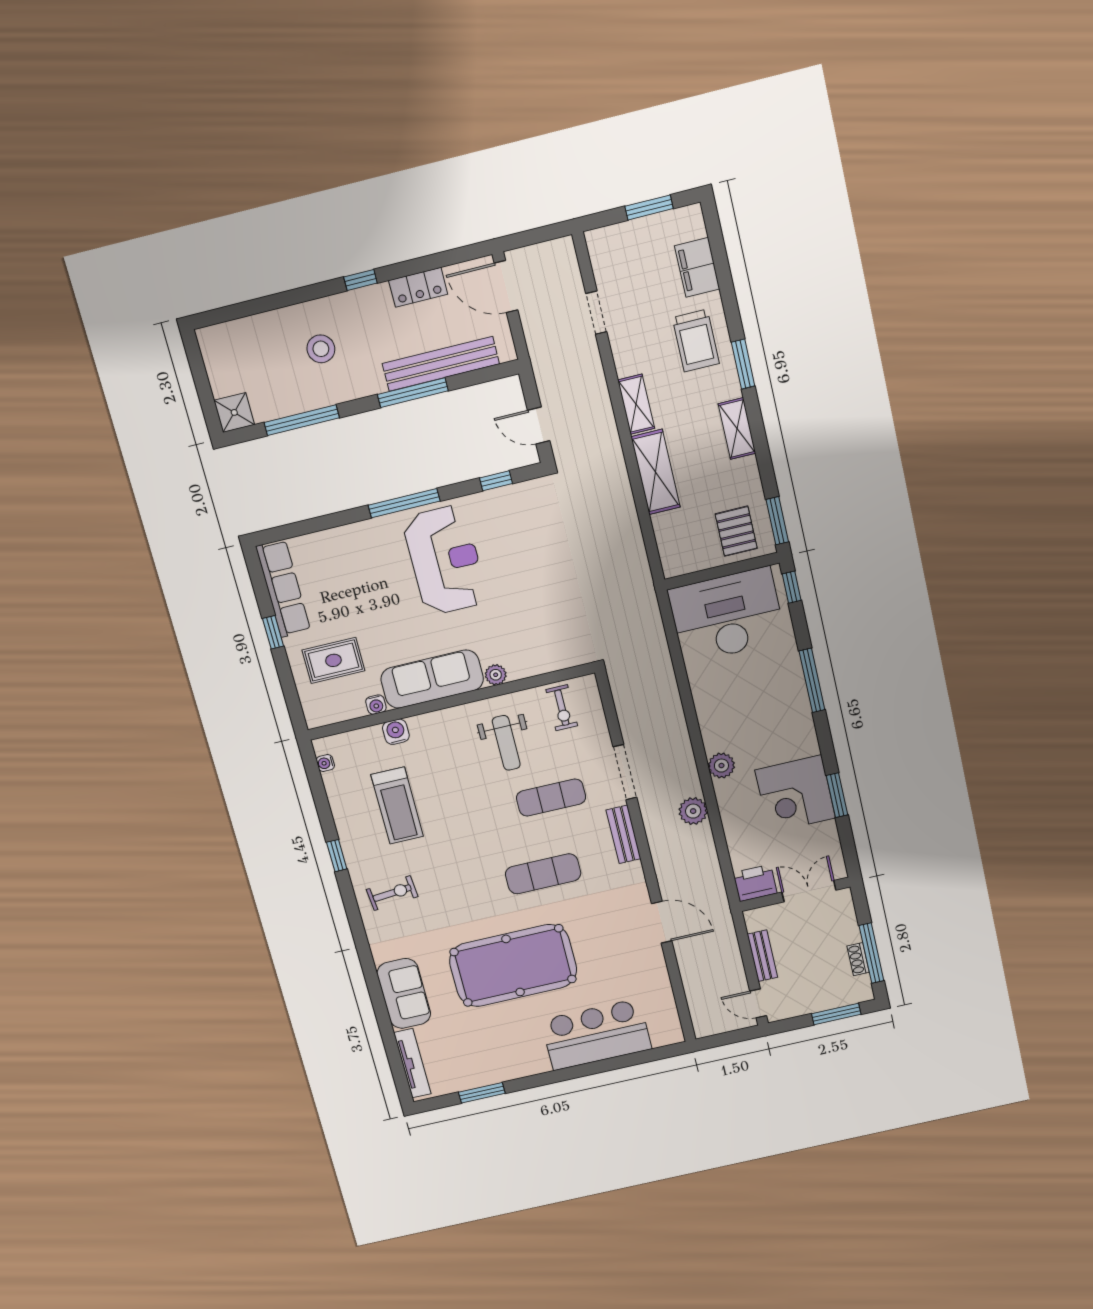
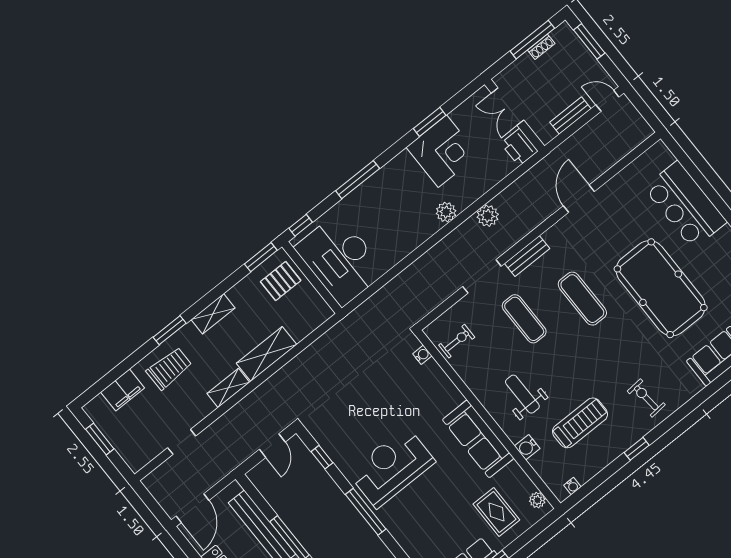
plant: (496, 675) -> (537, 500), moved
water cooler: (376, 705) -> (422, 355), moved
weight bench: (506, 743) -> (522, 394), moved, turned -90
door: (758, 1003) -> (607, 101), swing flipped

